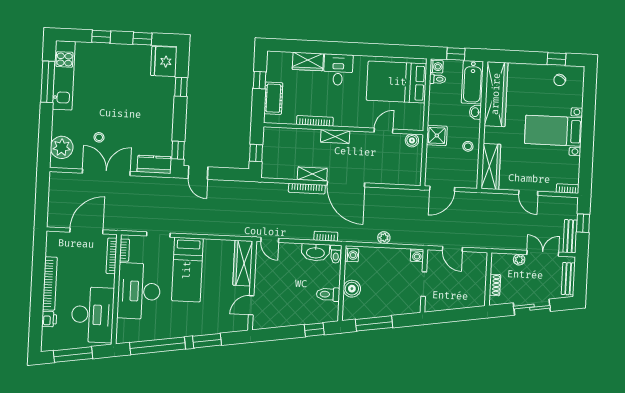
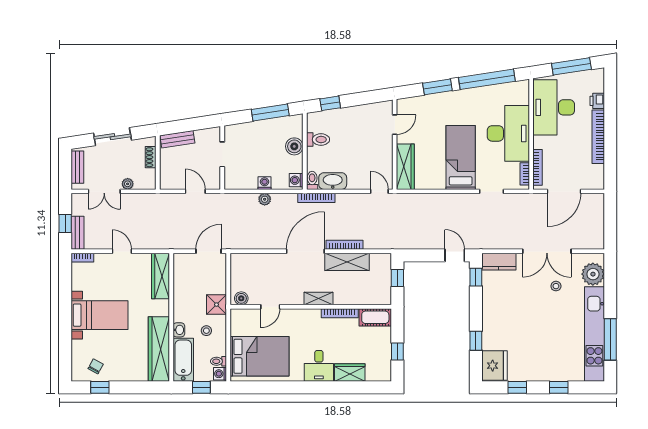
kitchen unit: (64, 75) -> (594, 334), width x1.36
cot: (273, 98) -> (375, 317), moved, turned 90
stool: (468, 146) -> (206, 331), moved
shelving: (312, 174) -> (347, 262), width x1.50, depth x1.33
door: (346, 184) -> (305, 251), hinge flipped
bookcase: (326, 236) -> (316, 198), width x1.56
bench: (570, 236) -> (78, 233), moved
washing machine: (417, 255) -> (265, 183), moved
bench: (468, 301) -> (177, 139), added

